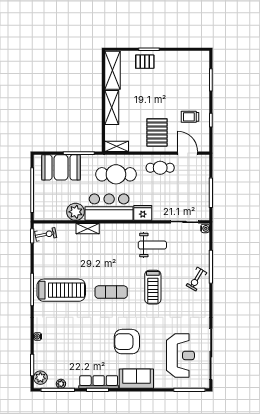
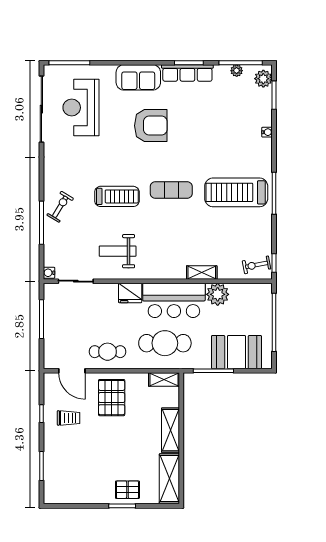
treadmill: (153, 287) -> (117, 196), turned 90

